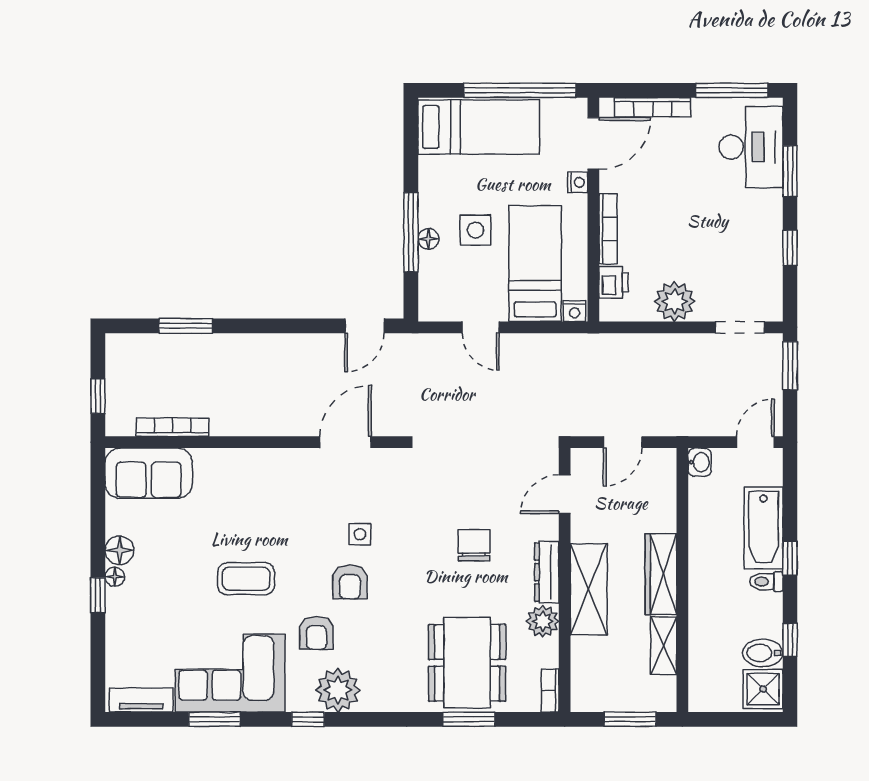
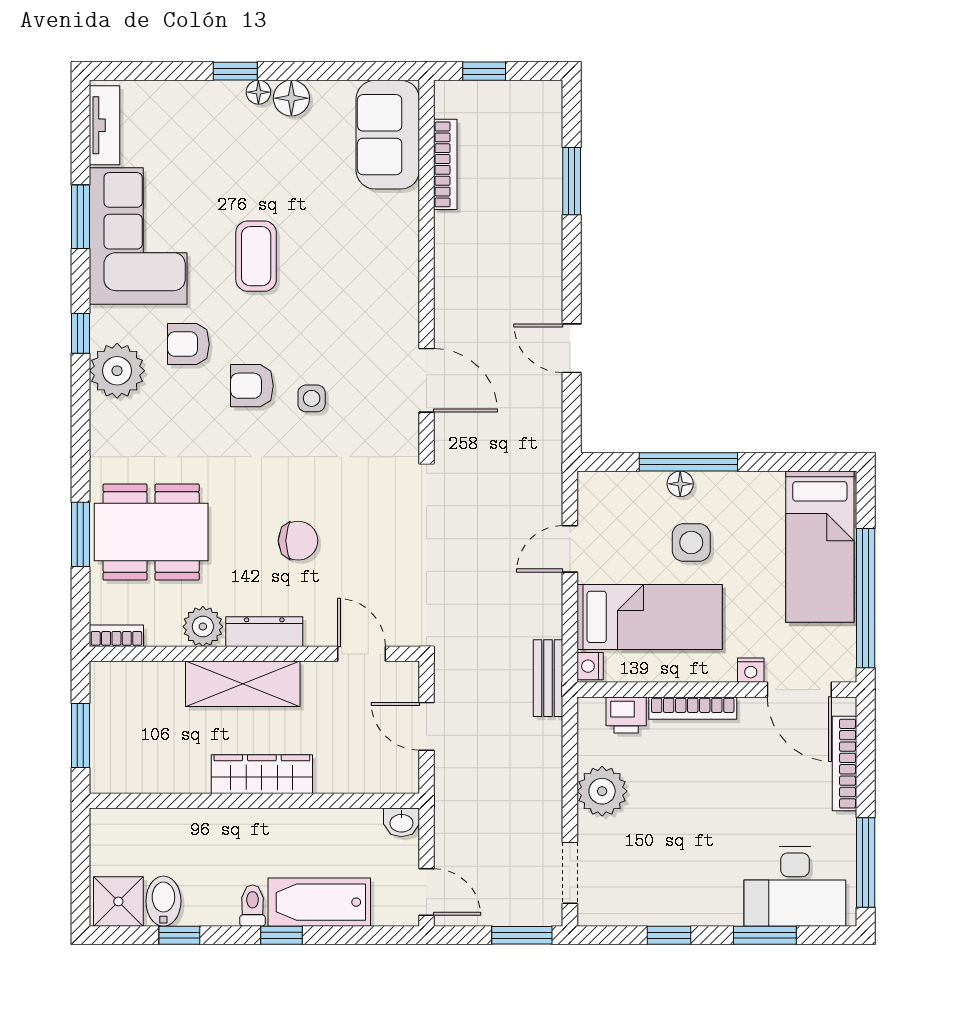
door: (364, 326) -> (572, 348), moved
bench: (584, 345) -> (548, 678), added
shelving: (664, 646) -> (172, 777), removed

